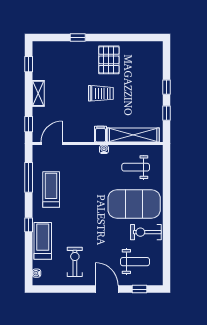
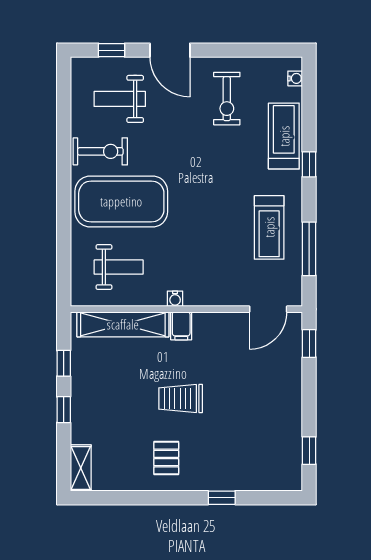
pallet: (109, 60) -> (166, 458), width x0.67, depth x0.71
shelving: (38, 93) -> (81, 468), moved
treadmill: (43, 241) -> (284, 136), turned 180

